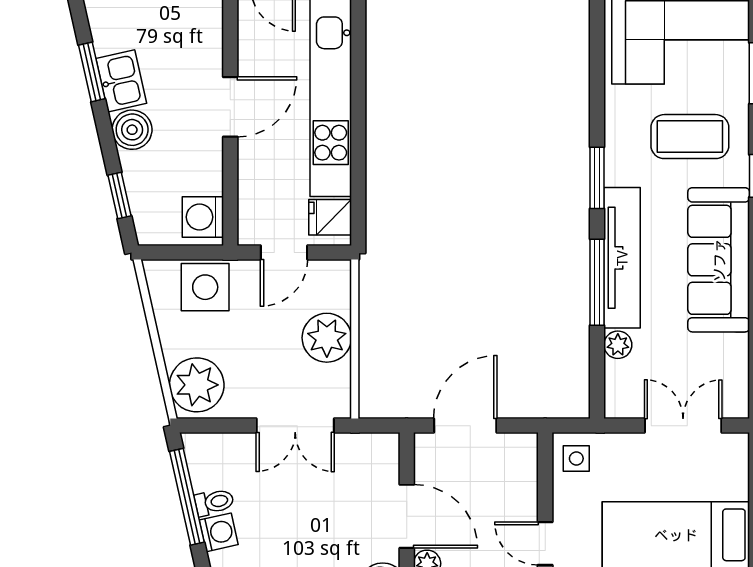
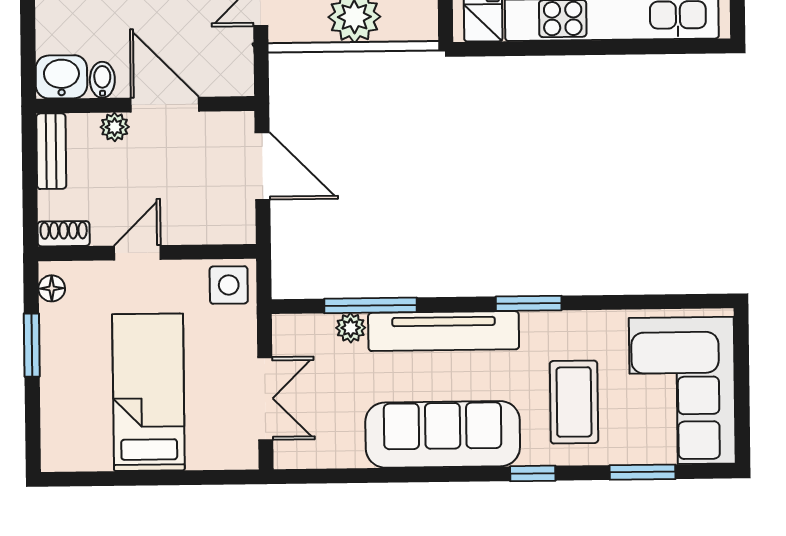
window: (597, 282) -> (371, 305), moved
side table: (576, 458) -> (229, 285), width x1.37, depth x1.37
door: (407, 516) -> (165, 105), swing flipped

